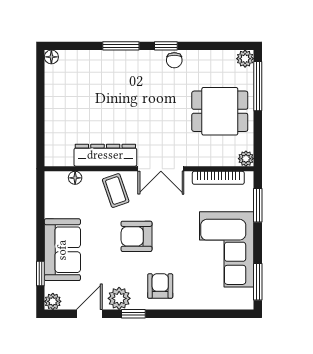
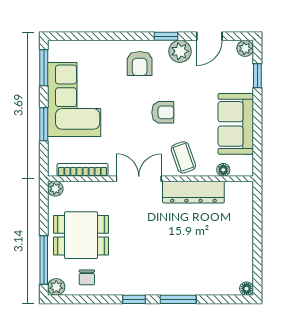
chair: (174, 60) -> (87, 277), moved, turned 180
window: (258, 205) -> (44, 124), moved
armchair: (137, 236) -> (163, 112), width x0.72, depth x0.72
sofa: (62, 250) -> (236, 124), moved

